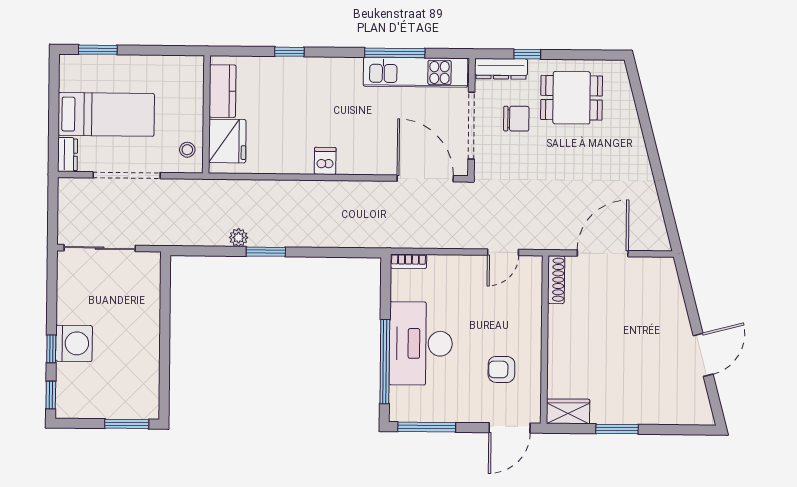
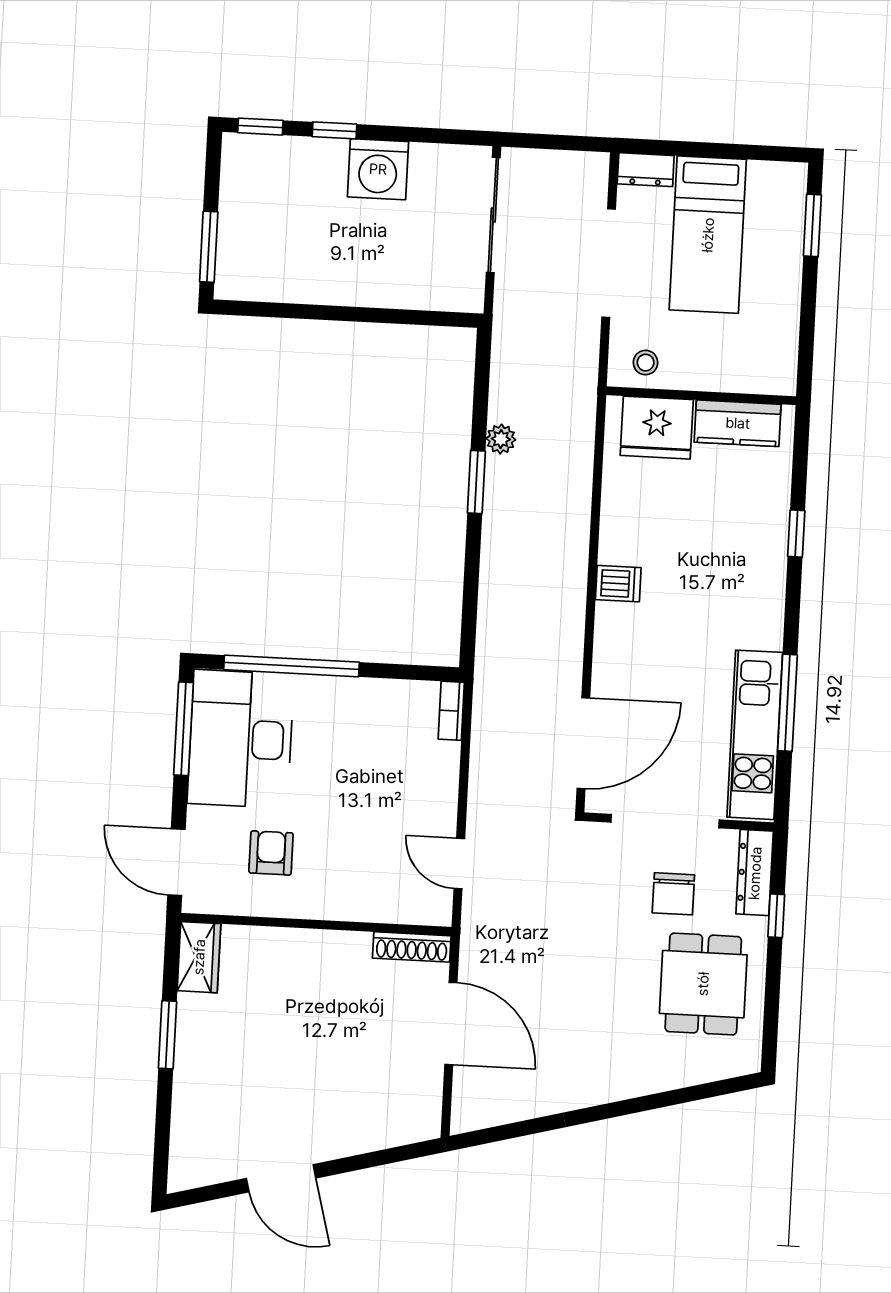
washing machine: (74, 343) -> (378, 169), moved
desk: (421, 344) -> (241, 739), moved, turned -90

